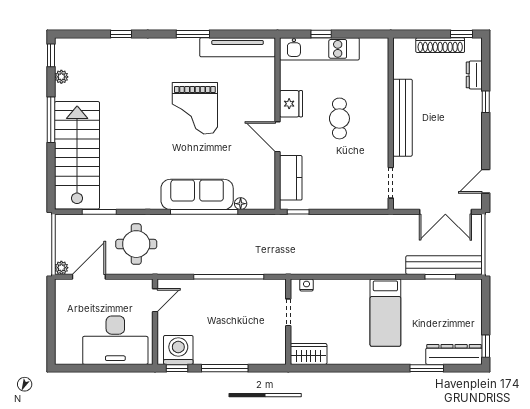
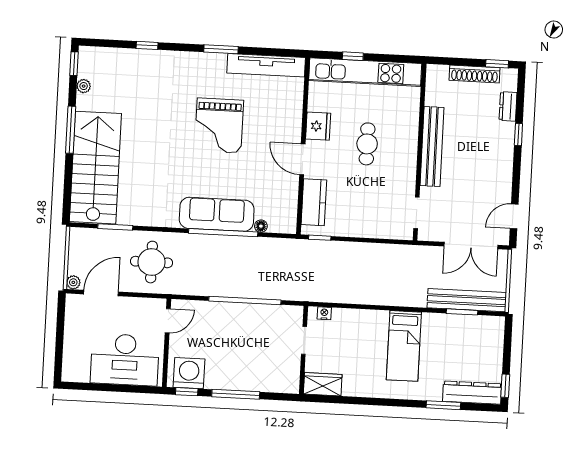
kitchen unit: (319, 49) -> (365, 72), width x1.36

